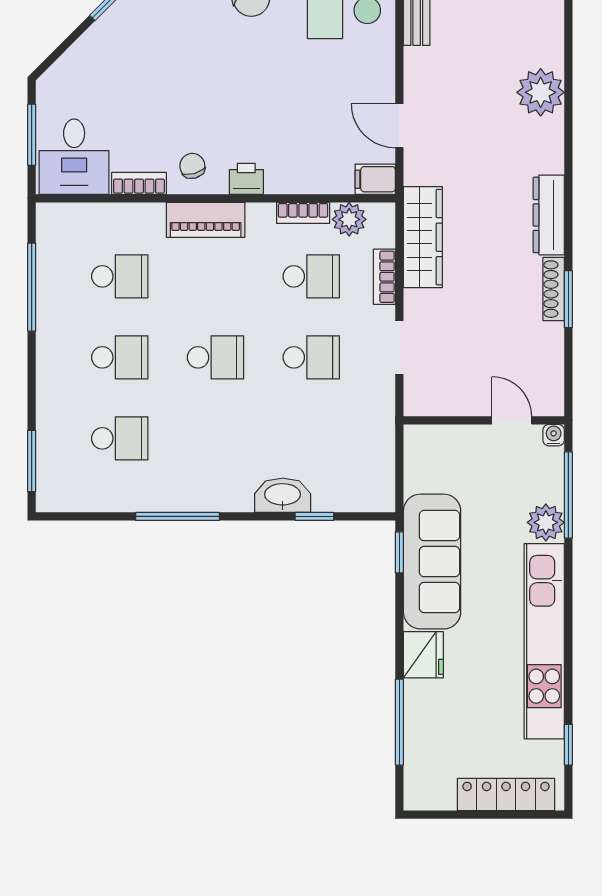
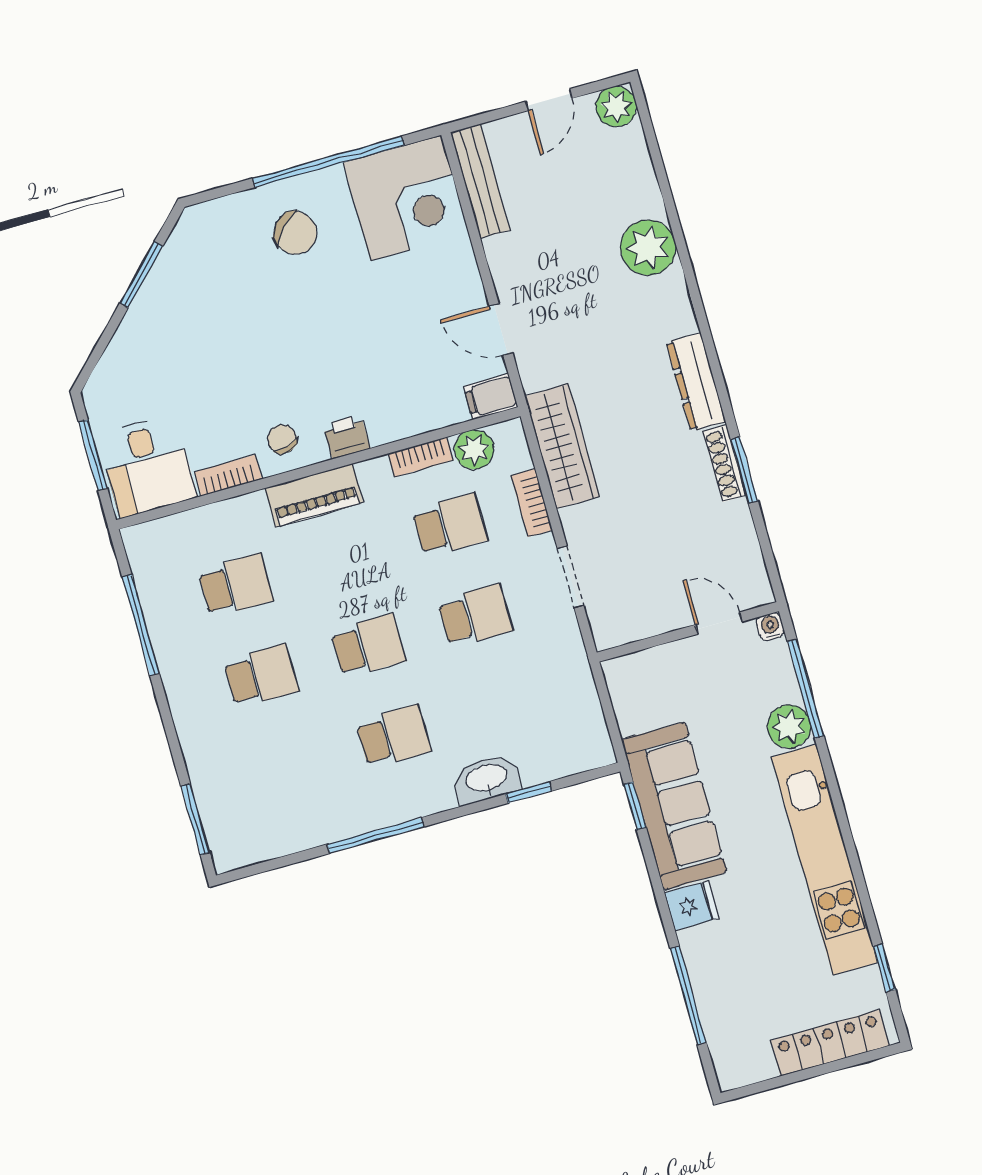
school desk: (120, 438) -> (394, 736), moved
fridge: (423, 655) -> (692, 906), width x0.72

